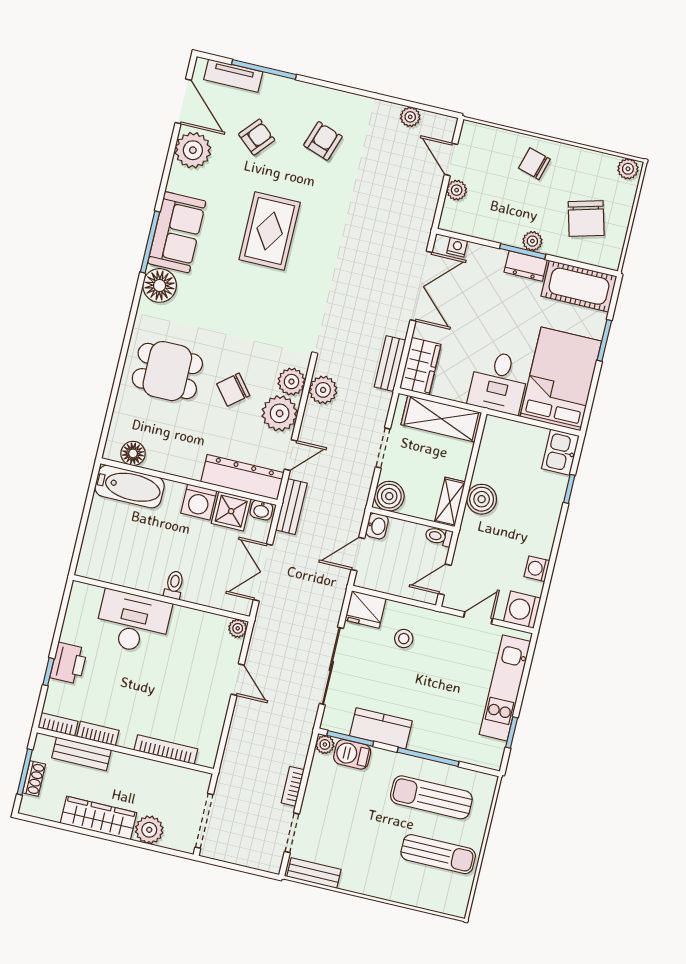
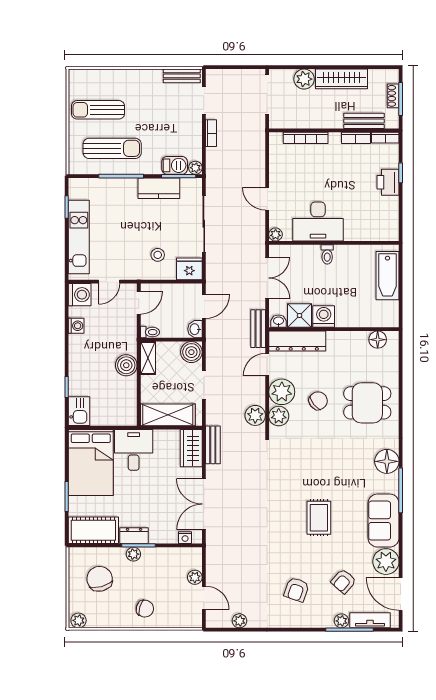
plant: (272, 84) -> (341, 621), added
rug: (270, 231) -> (319, 518), width x0.73, depth x0.70
sofa: (177, 232) -> (384, 521), moved
bathtub: (130, 486) -> (387, 276), moved, turned -90
desk: (133, 622) -> (318, 222), moved

